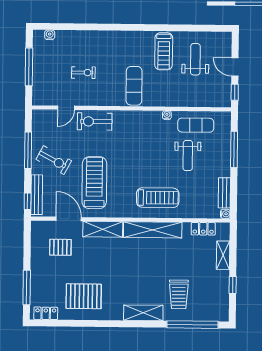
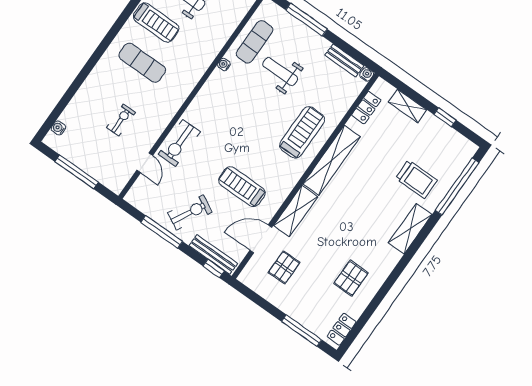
exercise mat: (134, 86) -> (142, 63), moved
weight bench: (188, 155) -> (280, 72), turned 180
treadmill: (94, 183) -> (242, 187), width x0.73, depth x0.73
pallet: (84, 296) -> (351, 278), width x0.67, depth x0.71

